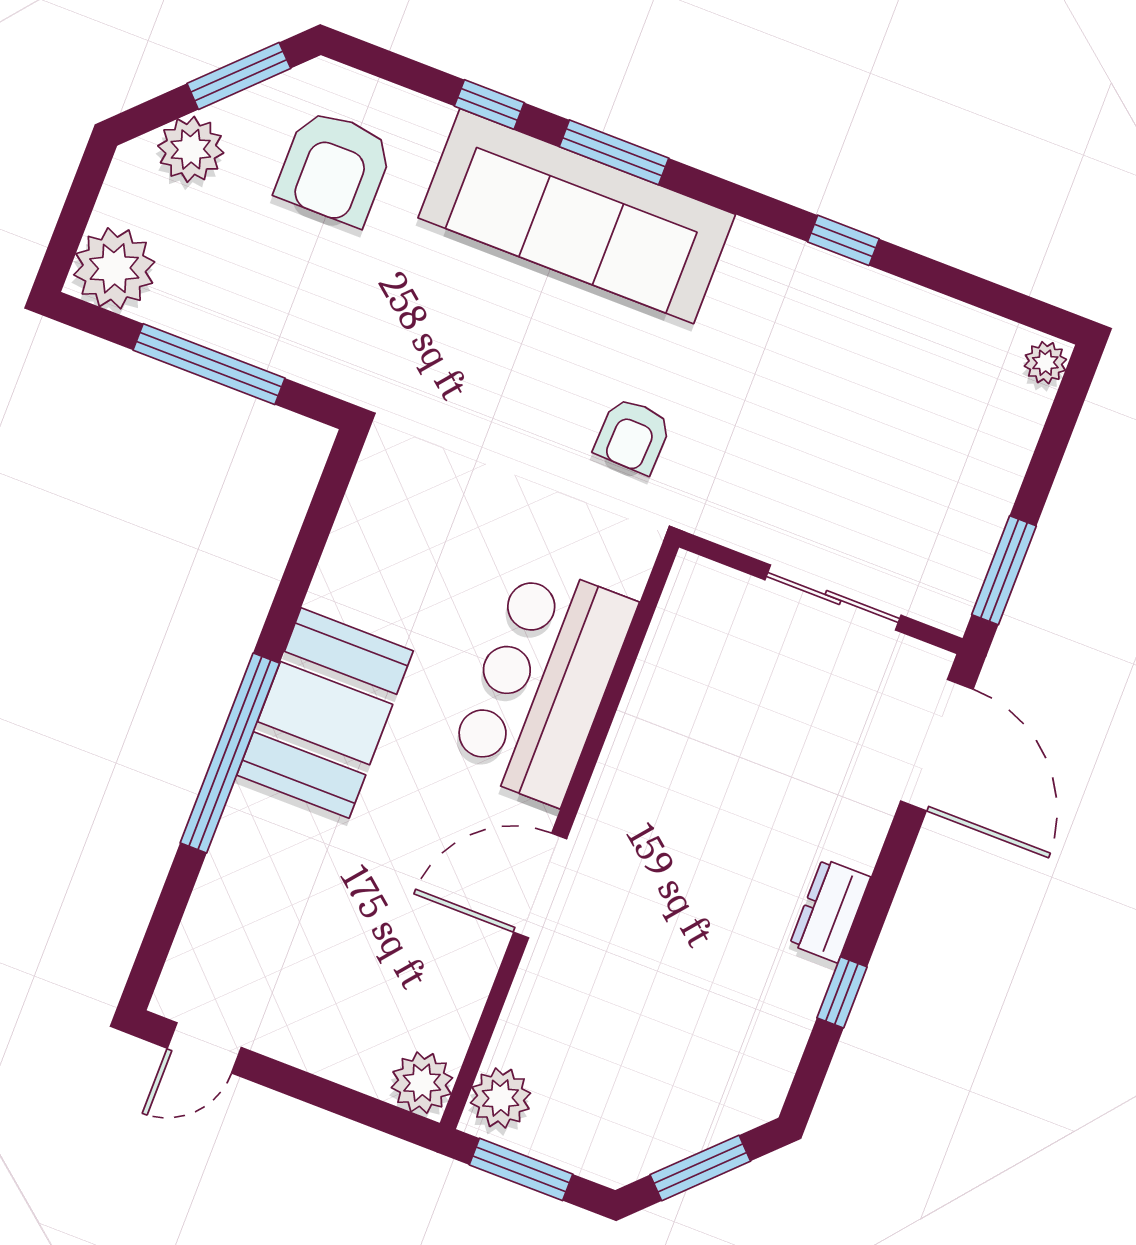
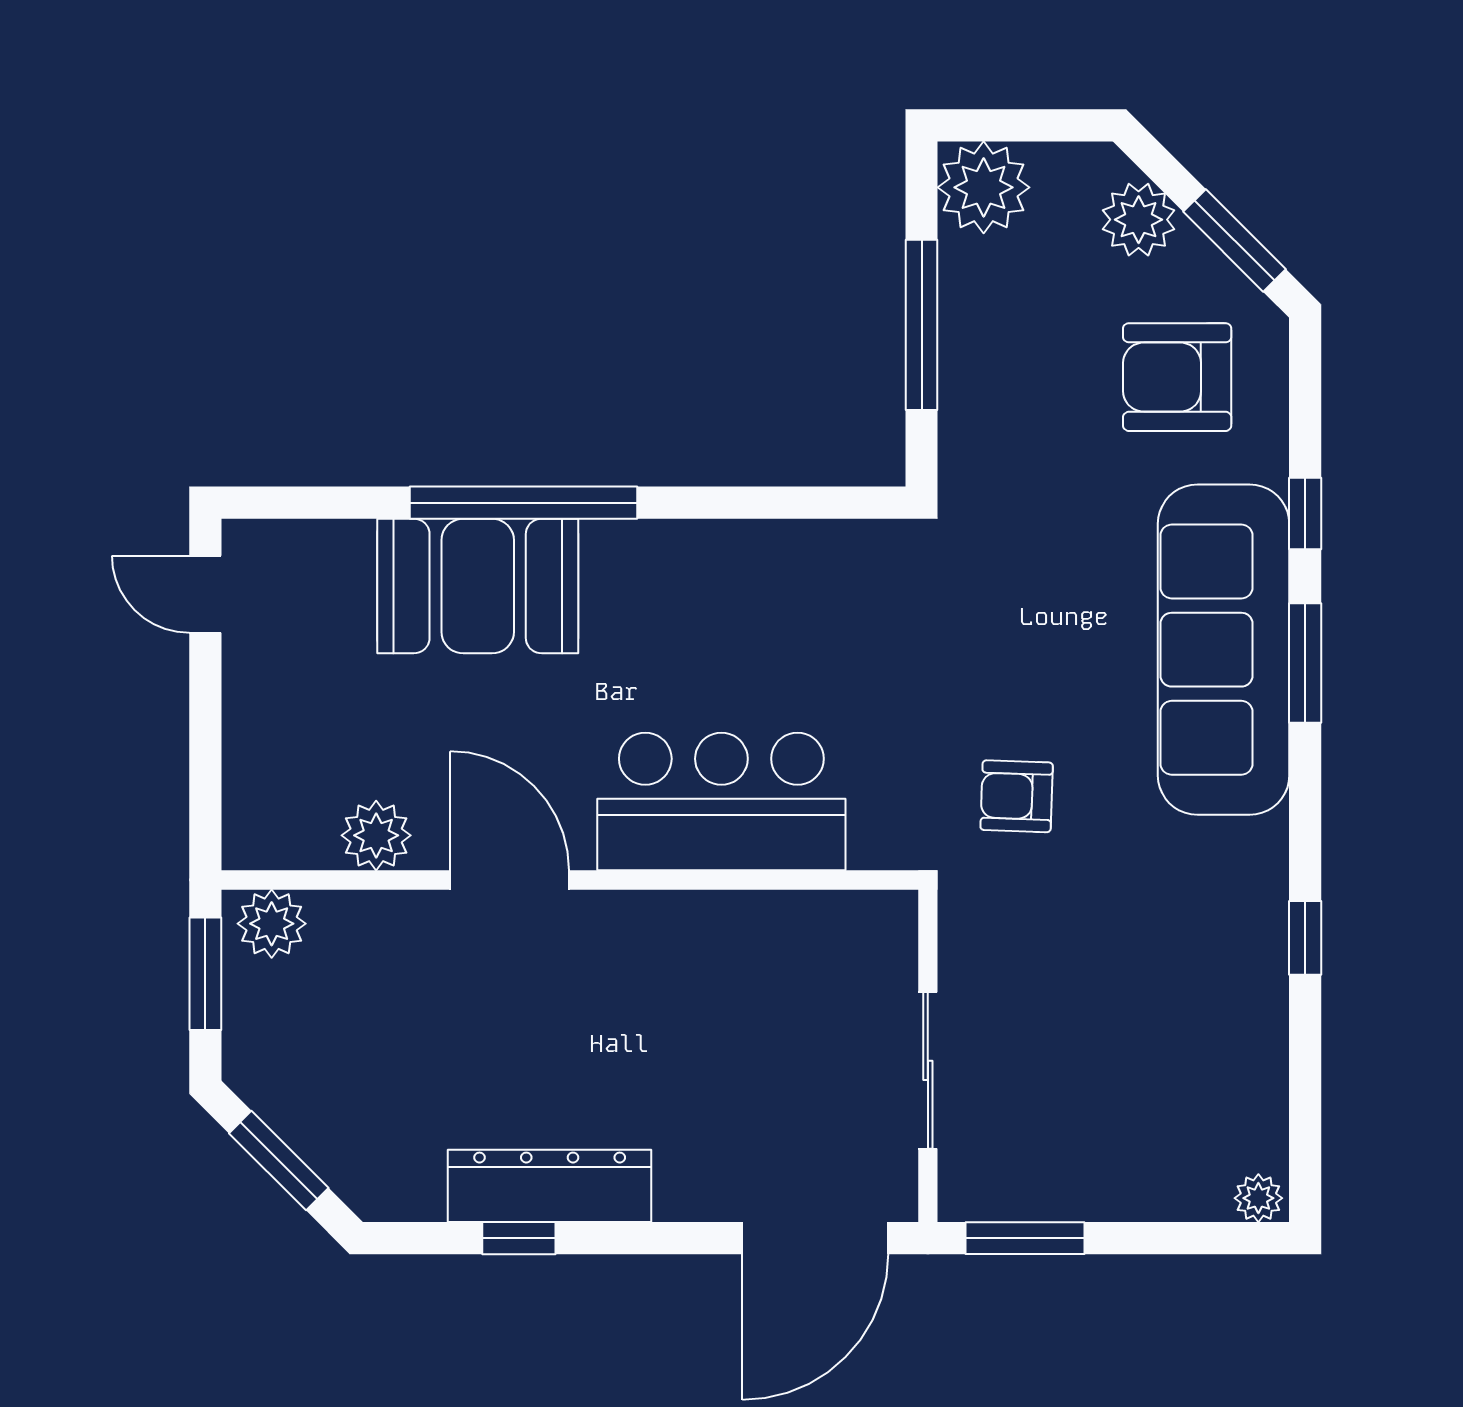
booth: (325, 713) -> (478, 586), moved
dresser: (830, 911) -> (550, 1186), width x1.96, depth x1.24
plant: (422, 1083) -> (376, 835), moved

